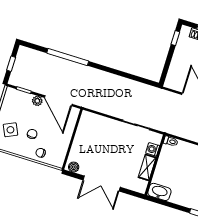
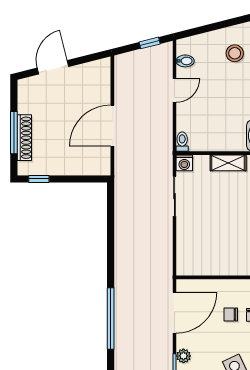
plant: (37, 101) -> (183, 356), moved
chair: (32, 134) -> (231, 315), moved
washing machine: (153, 149) -> (184, 163), moved

